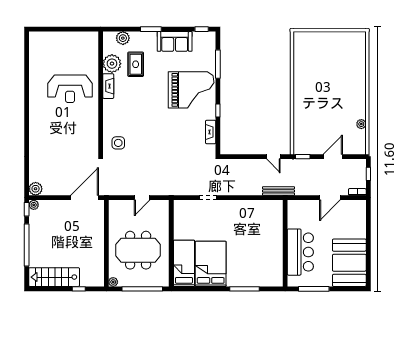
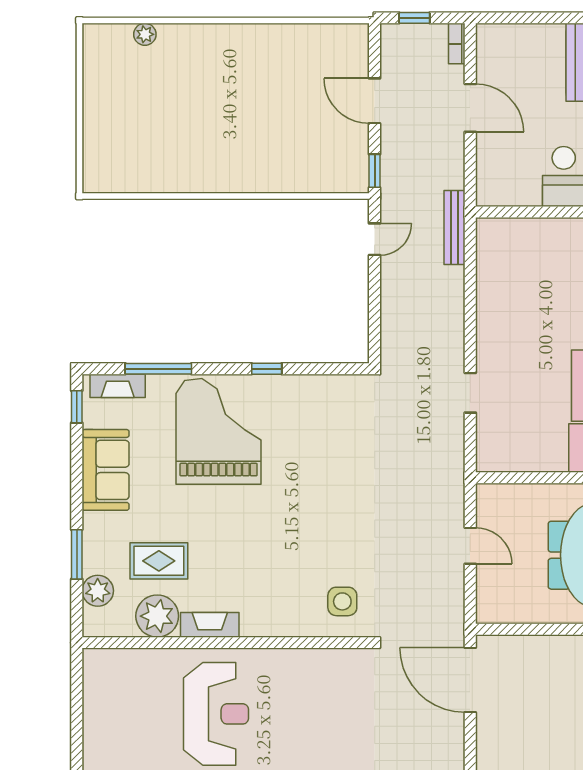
window: (151, 29) -> (77, 554), moved
plant: (361, 124) -> (145, 34), moved
fireplace: (211, 132) -> (118, 386), moved

